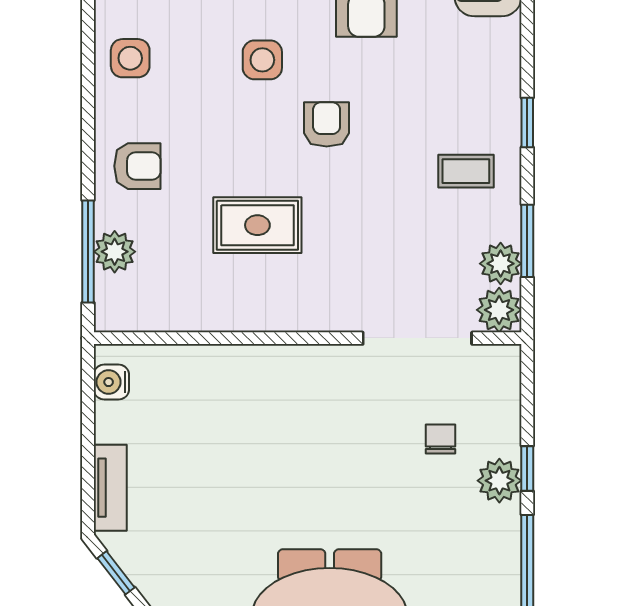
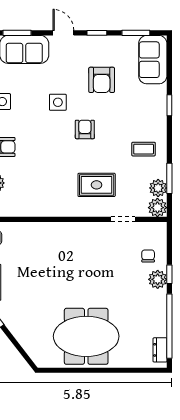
window: (527, 122) -> (169, 105), moved
rug: (257, 225) -> (97, 185), moved
doorway: (417, 338) -> (123, 219), width x0.53
chair: (441, 439) -> (148, 256), moved

